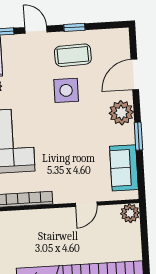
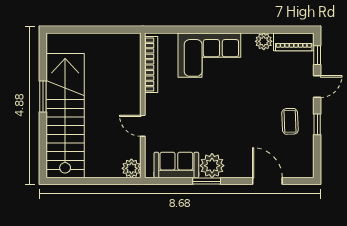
coffee table: (73, 55) -> (290, 121), width x0.73, depth x0.77
side table: (66, 90) -> (256, 113), removed
plant: (121, 113) -> (212, 166), moved

